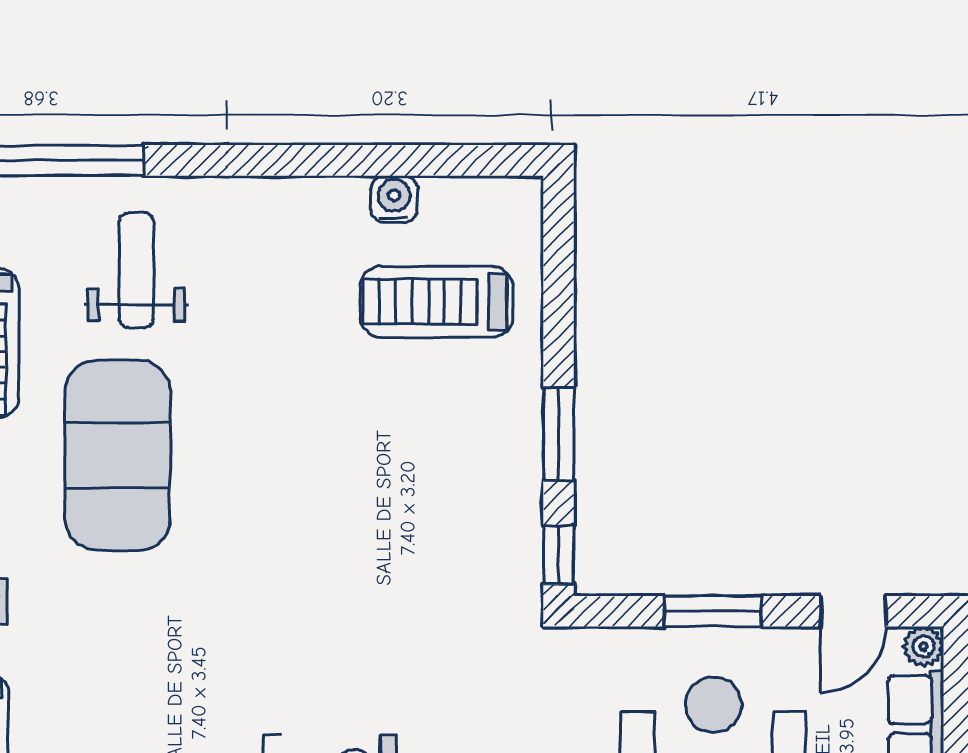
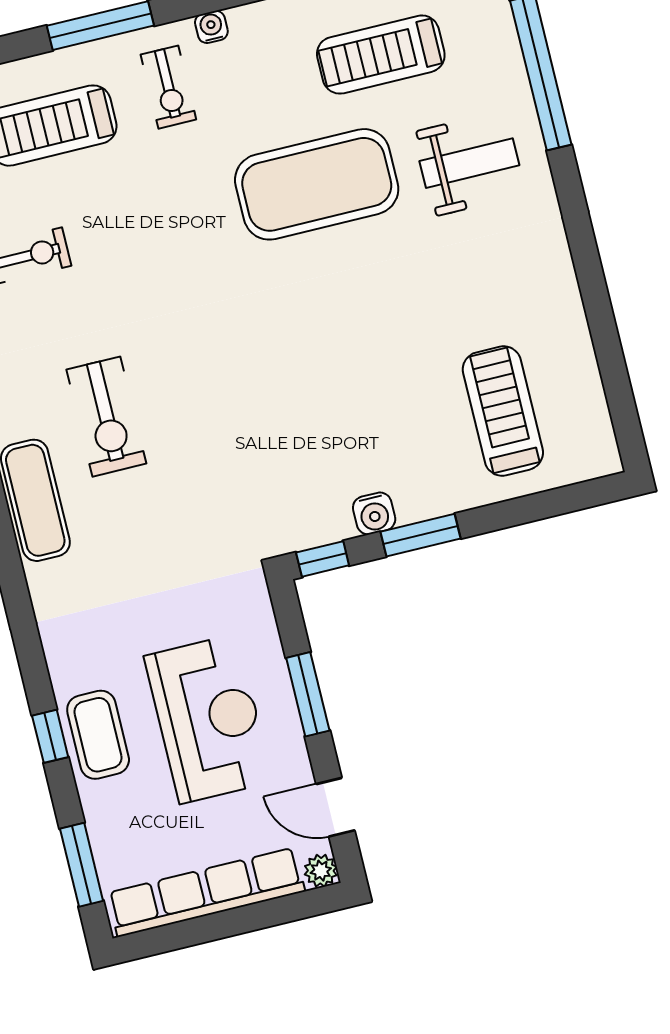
water cooler: (394, 199) -> (374, 513), moved, turned 90

